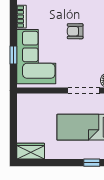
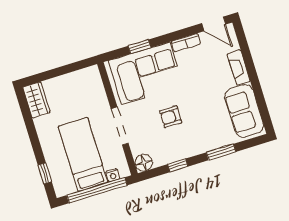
armchair: (75, 31) -> (171, 117), moved, turned -90
doorway: (84, 90) -> (120, 126), moved

